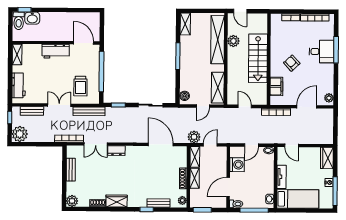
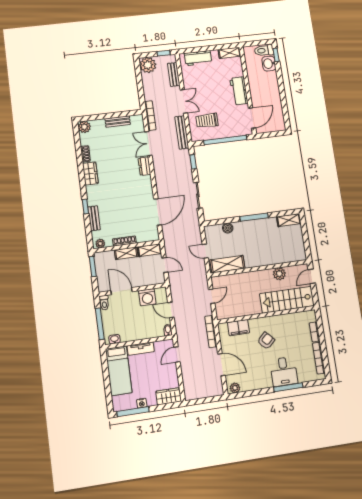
shelving: (218, 40) -> (278, 257), removed
stairs: (258, 58) -> (287, 300), moved
boiler: (185, 96) -> (228, 228), moved
plant: (194, 137) -> (171, 246), removed

